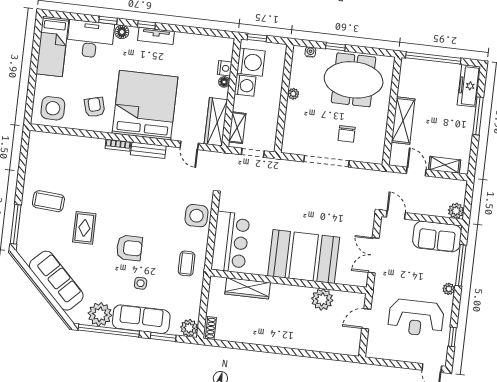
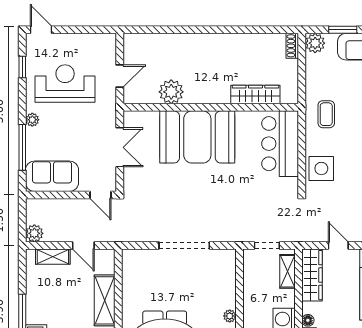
chair: (347, 134) -> (166, 278), removed
plant: (456, 211) -> (34, 233), moved

